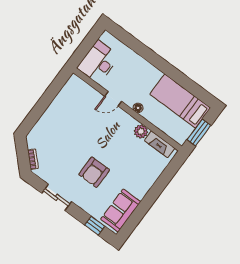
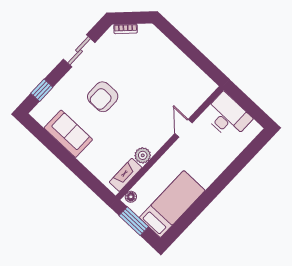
floor lamp: (138, 108) -> (131, 197), moved
armchair: (94, 172) -> (103, 97), turned -90
sofa: (121, 210) -> (68, 134), moved

